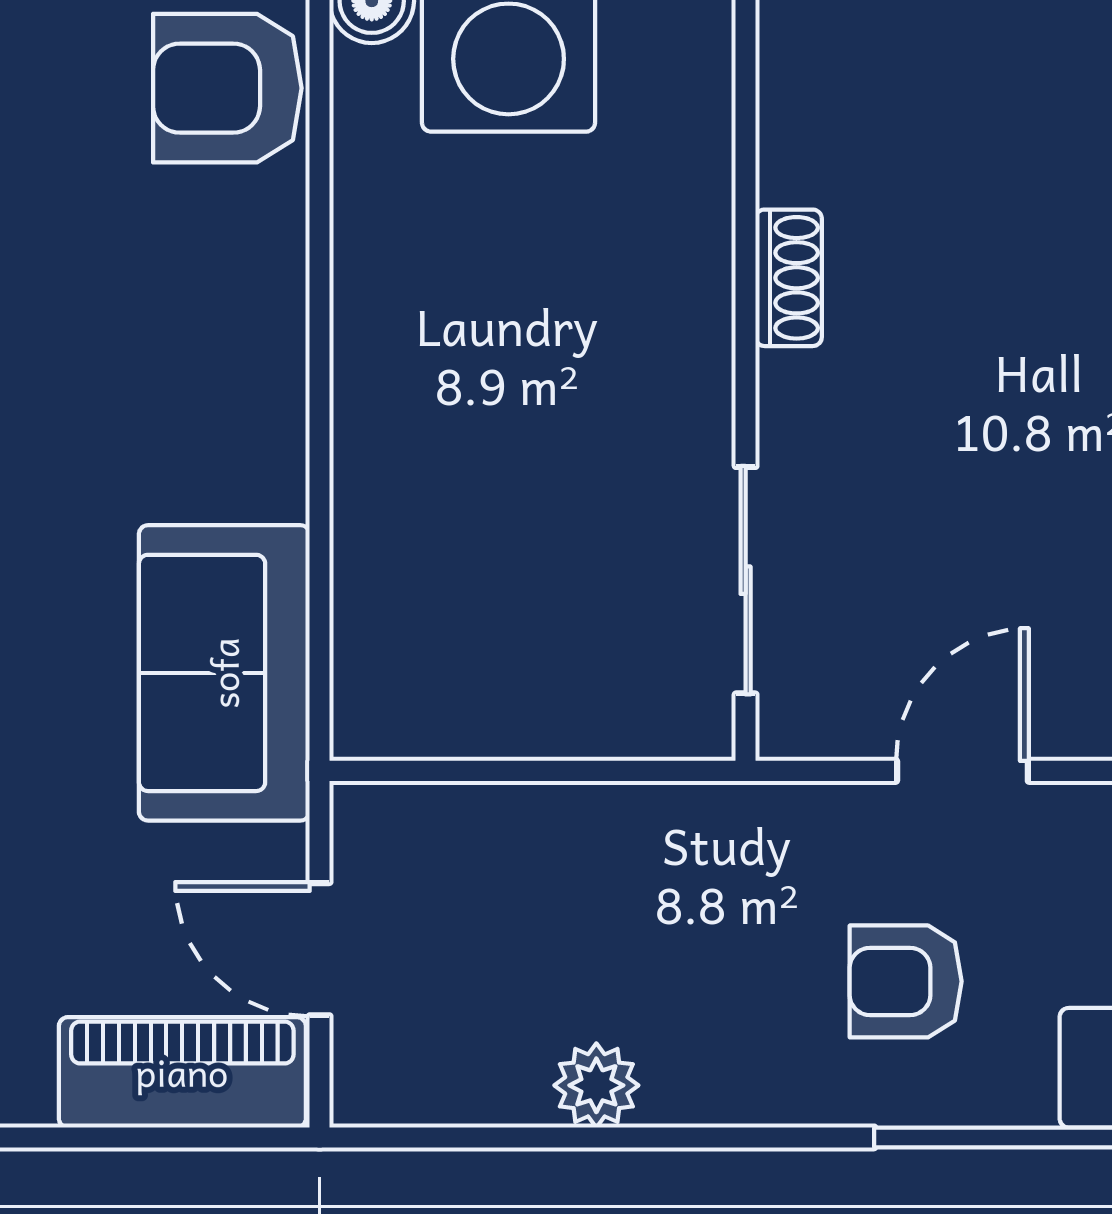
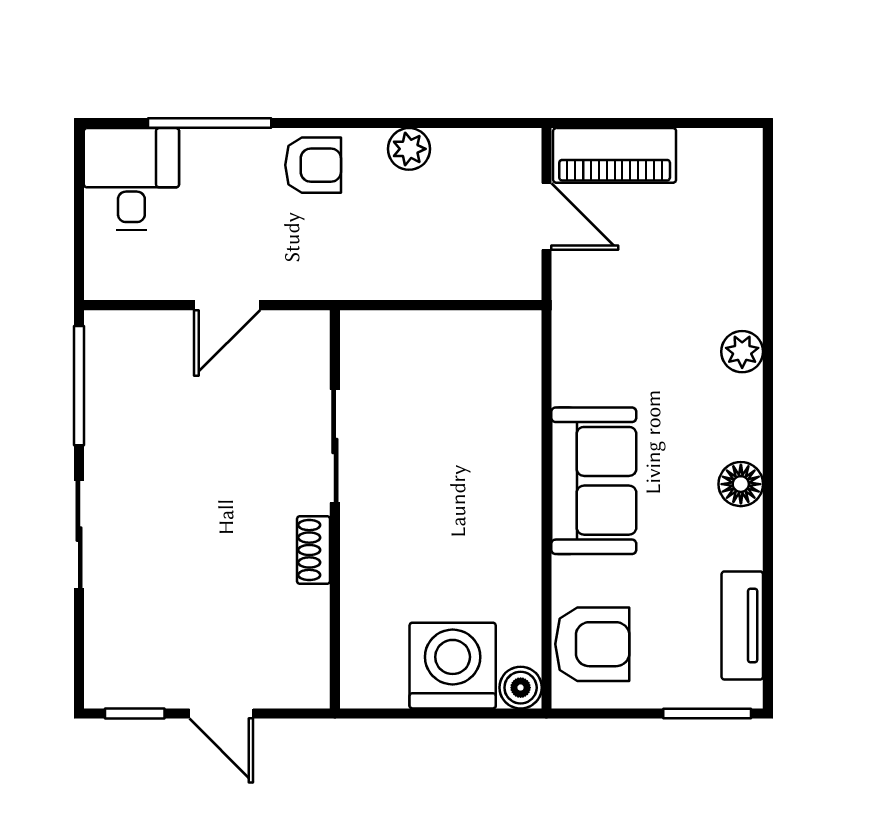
sliding door: (746, 580) -> (335, 446), moved
sofa: (224, 673) -> (594, 481), moved
armchair: (906, 981) -> (313, 165), moved

